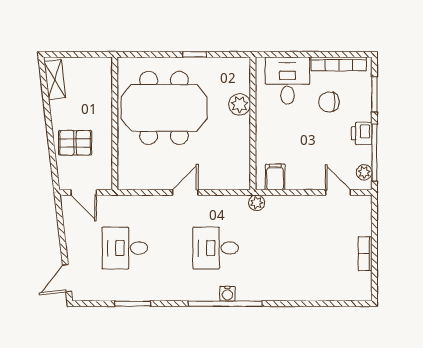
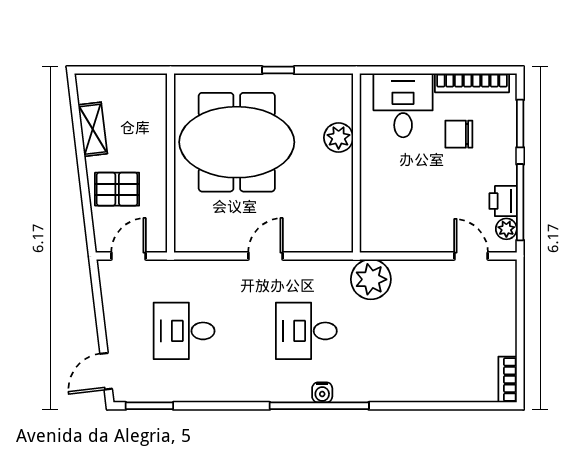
shelving: (55, 80) -> (93, 129), moved
printer: (362, 133) -> (503, 201), moved
filing cabinet: (275, 177) -> (386, 235), removed
door: (84, 192) -> (128, 256), swing flipped
plant: (257, 203) -> (371, 279), width x1.87, depth x1.87
bookcase: (365, 254) -> (508, 380), moved
window: (133, 304) -> (149, 406), moved

